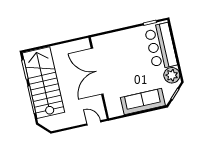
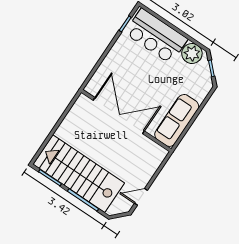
double door: (97, 71) -> (119, 116), swing flipped
sofa: (143, 102) -> (177, 120), moved
door: (94, 123) -> (141, 197), moved

